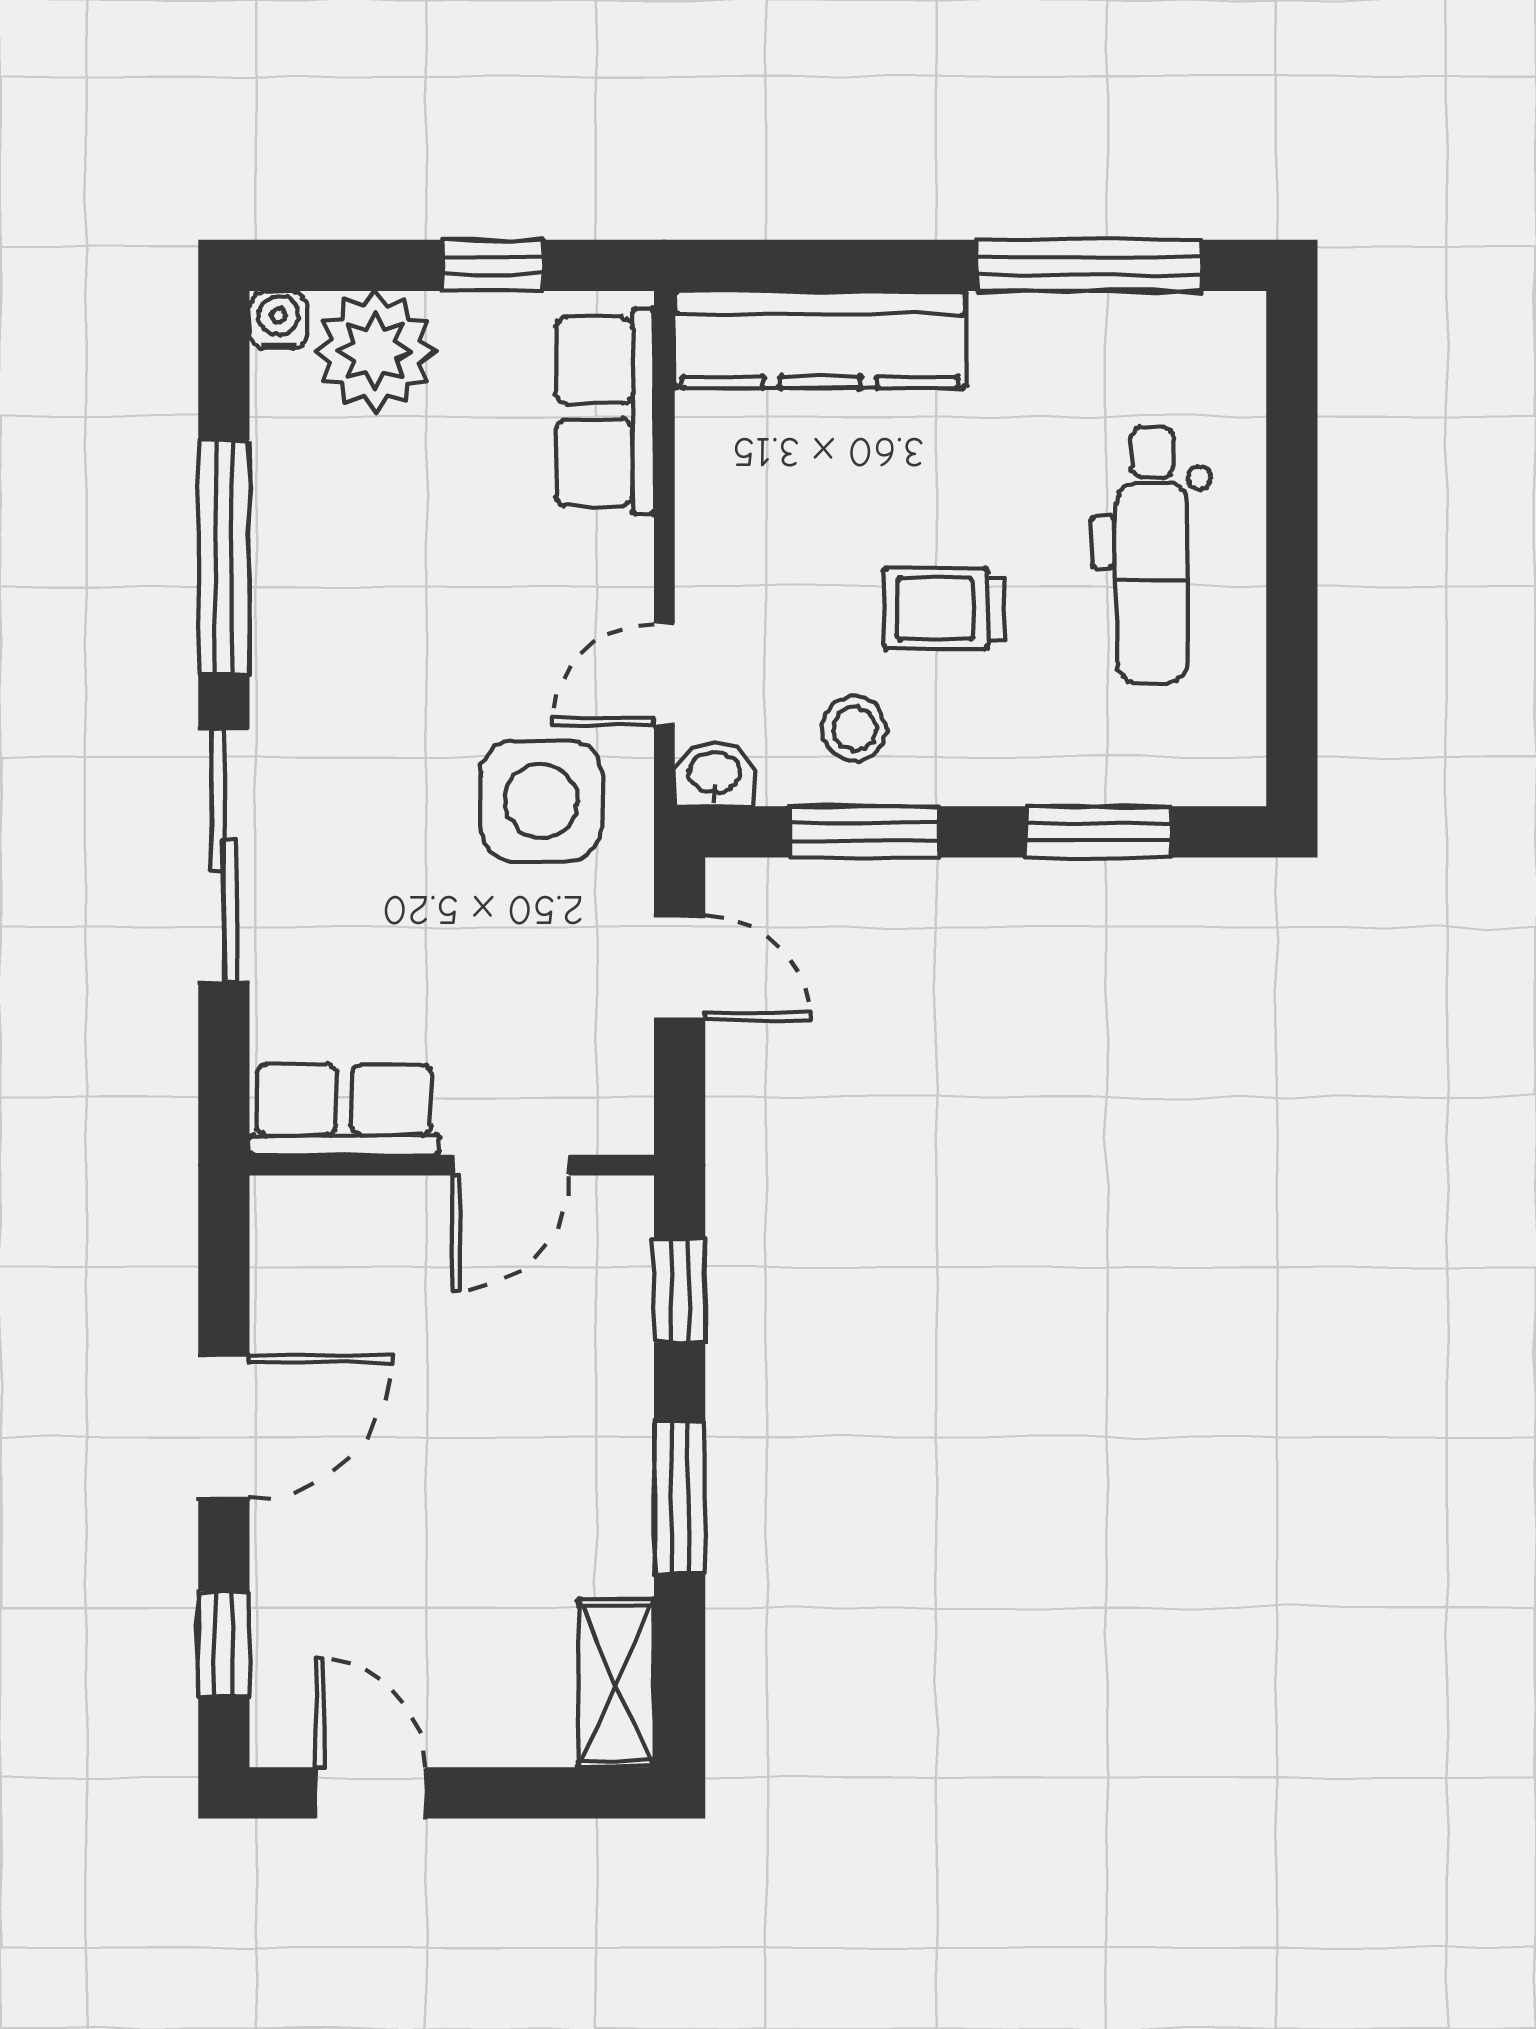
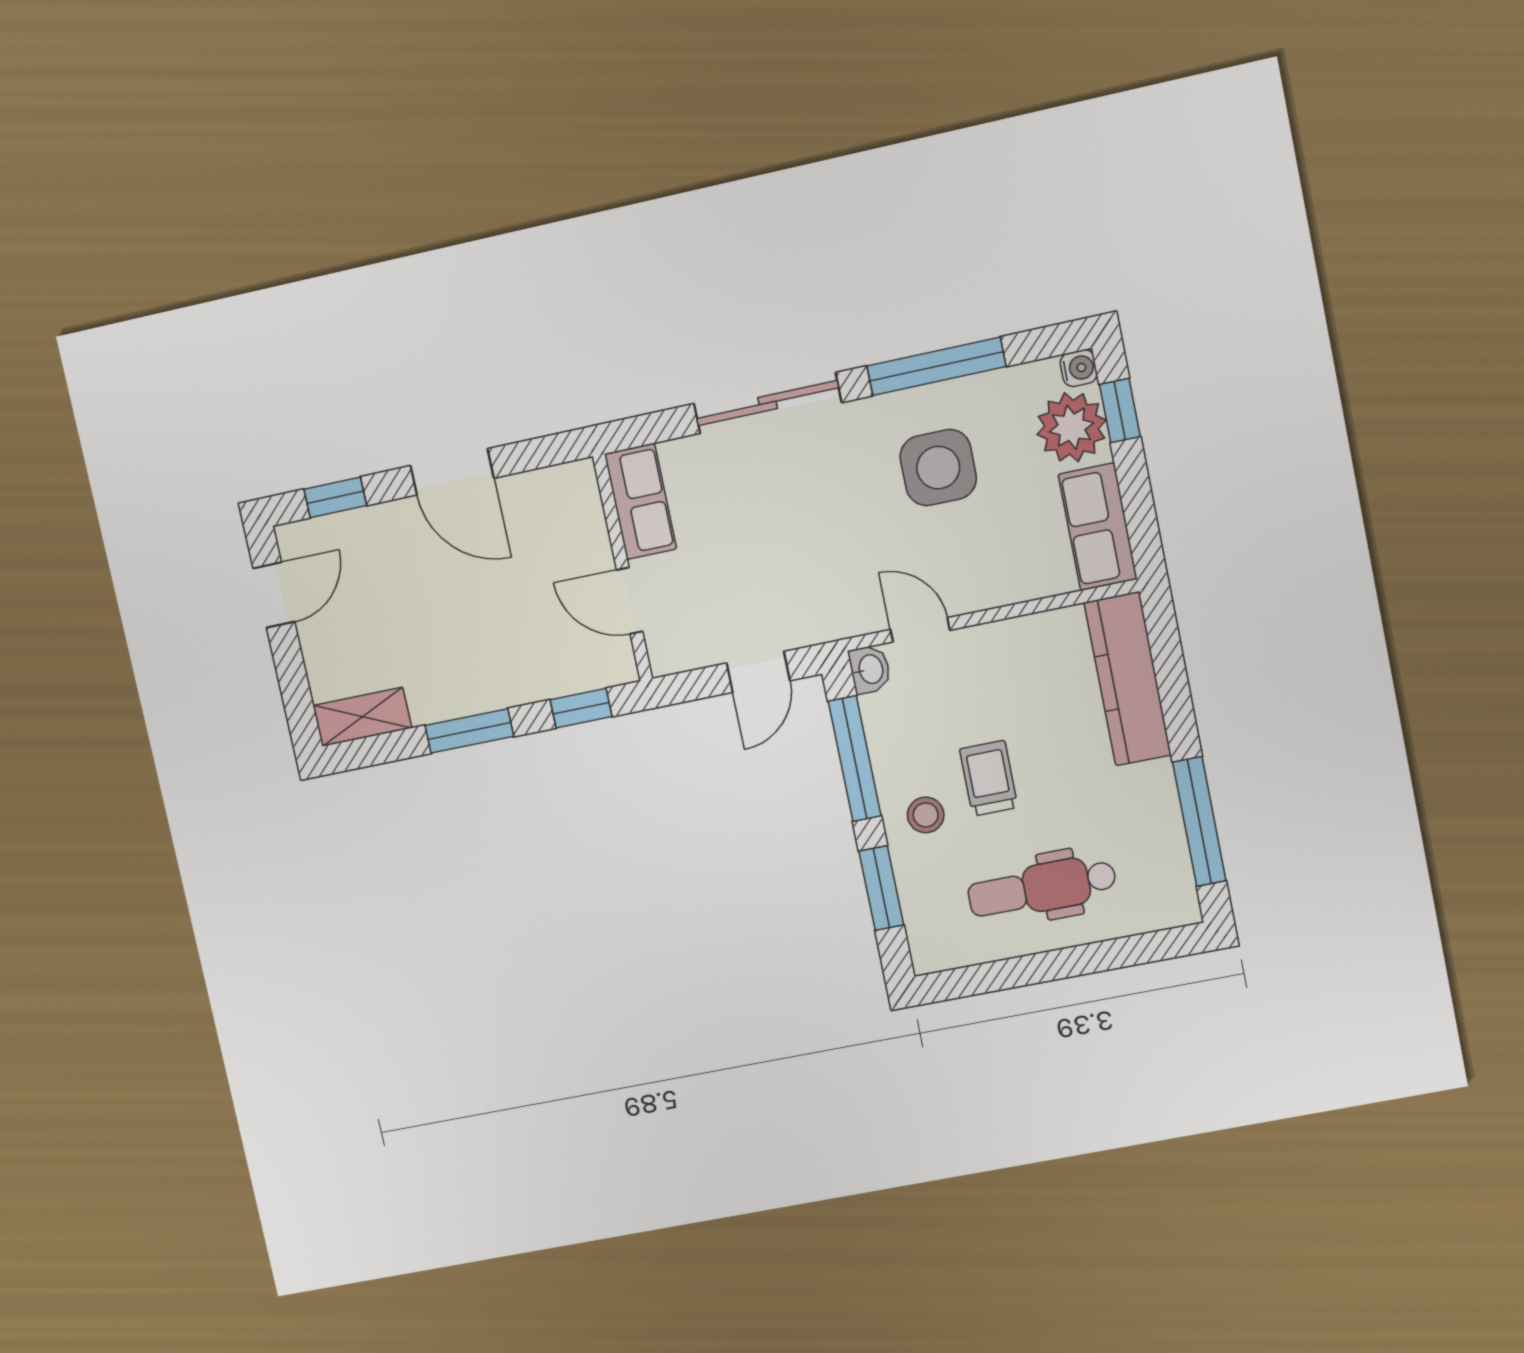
window: (493, 265) -> (1120, 411), moved
row of seats: (605, 411) -> (1098, 527), moved, turned -90
stool: (855, 729) -> (926, 815), moved
side table: (541, 801) -> (938, 468), moved
window: (864, 832) -> (855, 759), width x1.44

